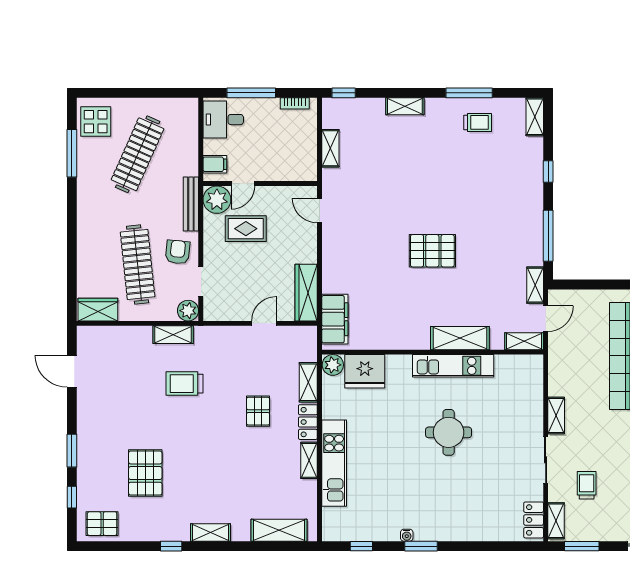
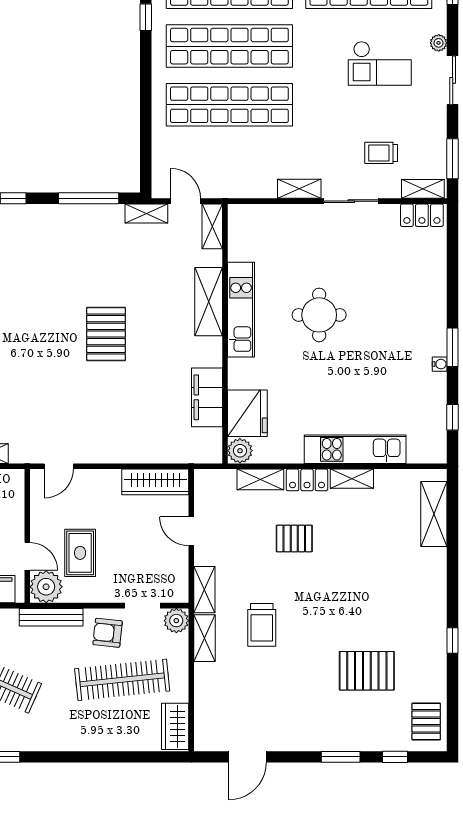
filing cabinet: (335, 319) -> (207, 397), moved, turned -90
shelving: (211, 532) -> (204, 590), moved

